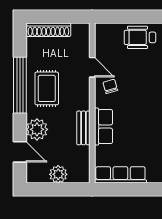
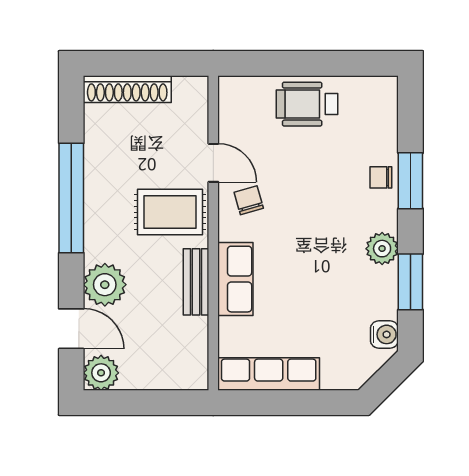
rug: (47, 88) -> (170, 212), moved, turned 90
plant: (58, 174) -> (101, 373), moved

